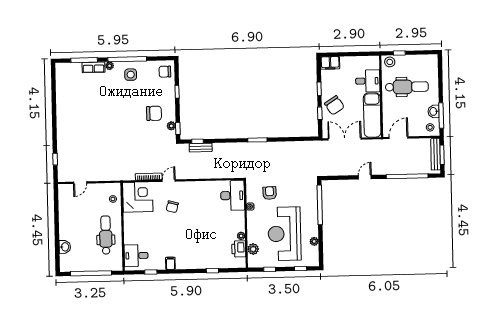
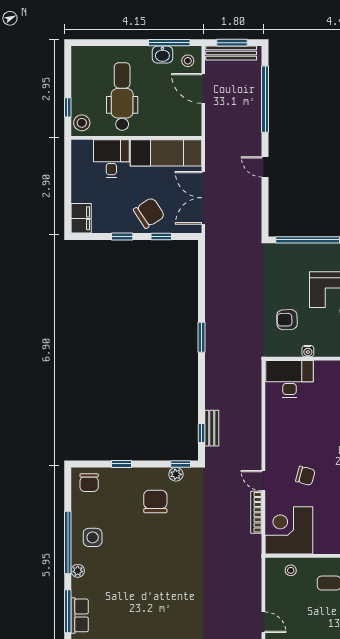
row of seats: (93, 67) -> (80, 615), moved
door: (398, 138) -> (203, 88), moved

